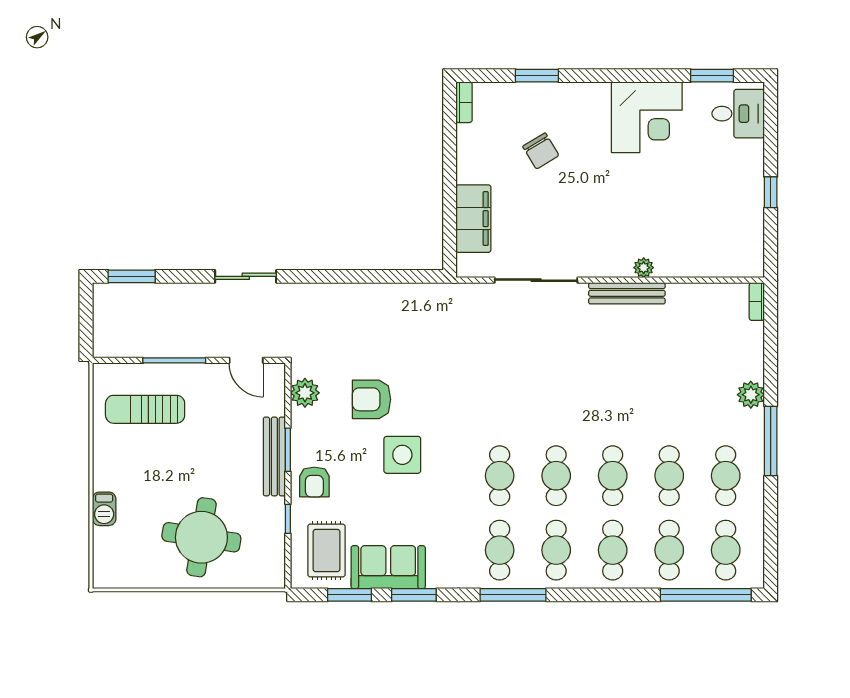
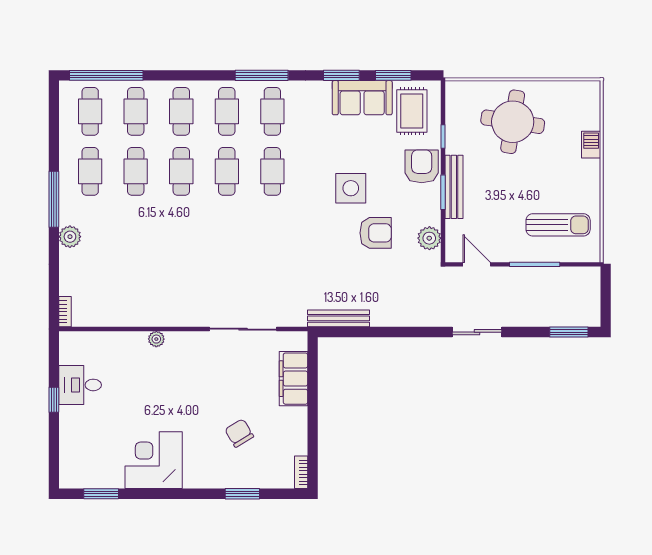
desk: (738, 114) -> (80, 385), moved
bench: (627, 293) -> (339, 318), moved
armchair: (314, 482) -> (422, 166), width x1.38, depth x1.38

